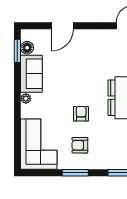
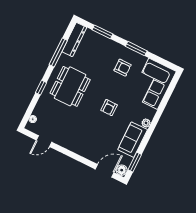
door: (62, 26) -> (105, 171), moved
floor lamp: (27, 48) -> (122, 170), moved
armchair: (81, 114) -> (109, 108), moved

